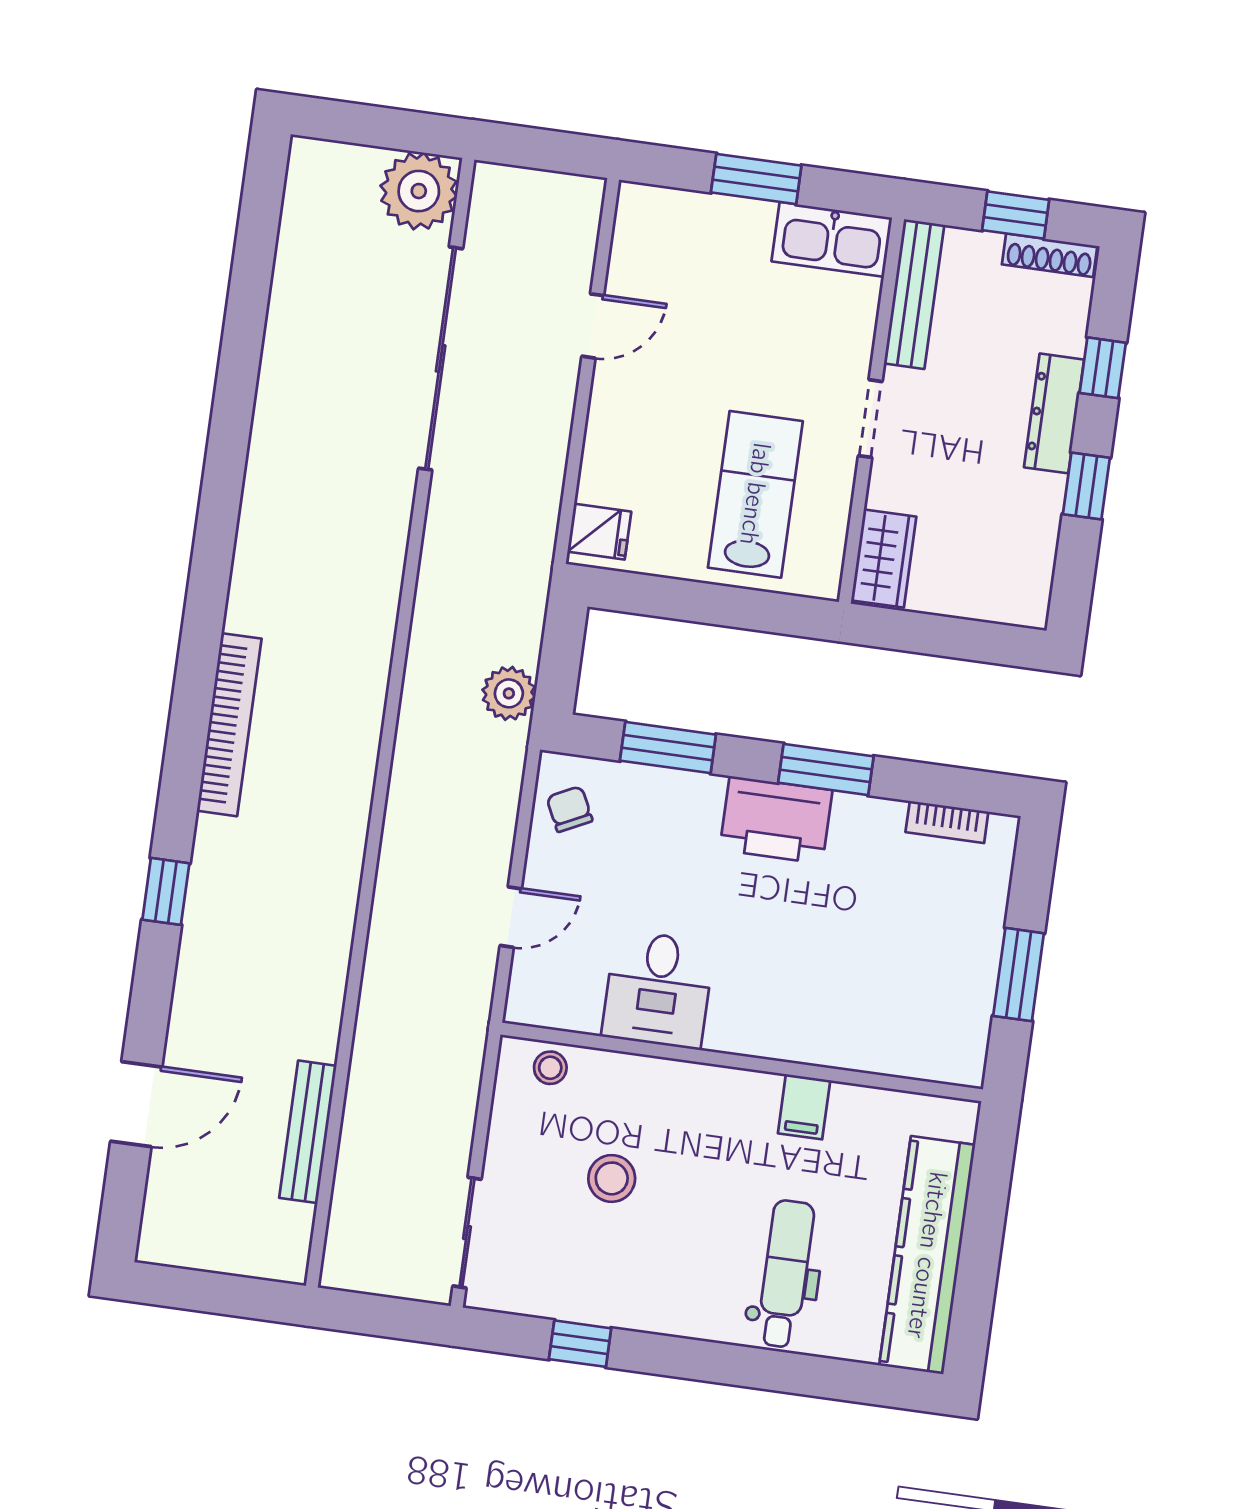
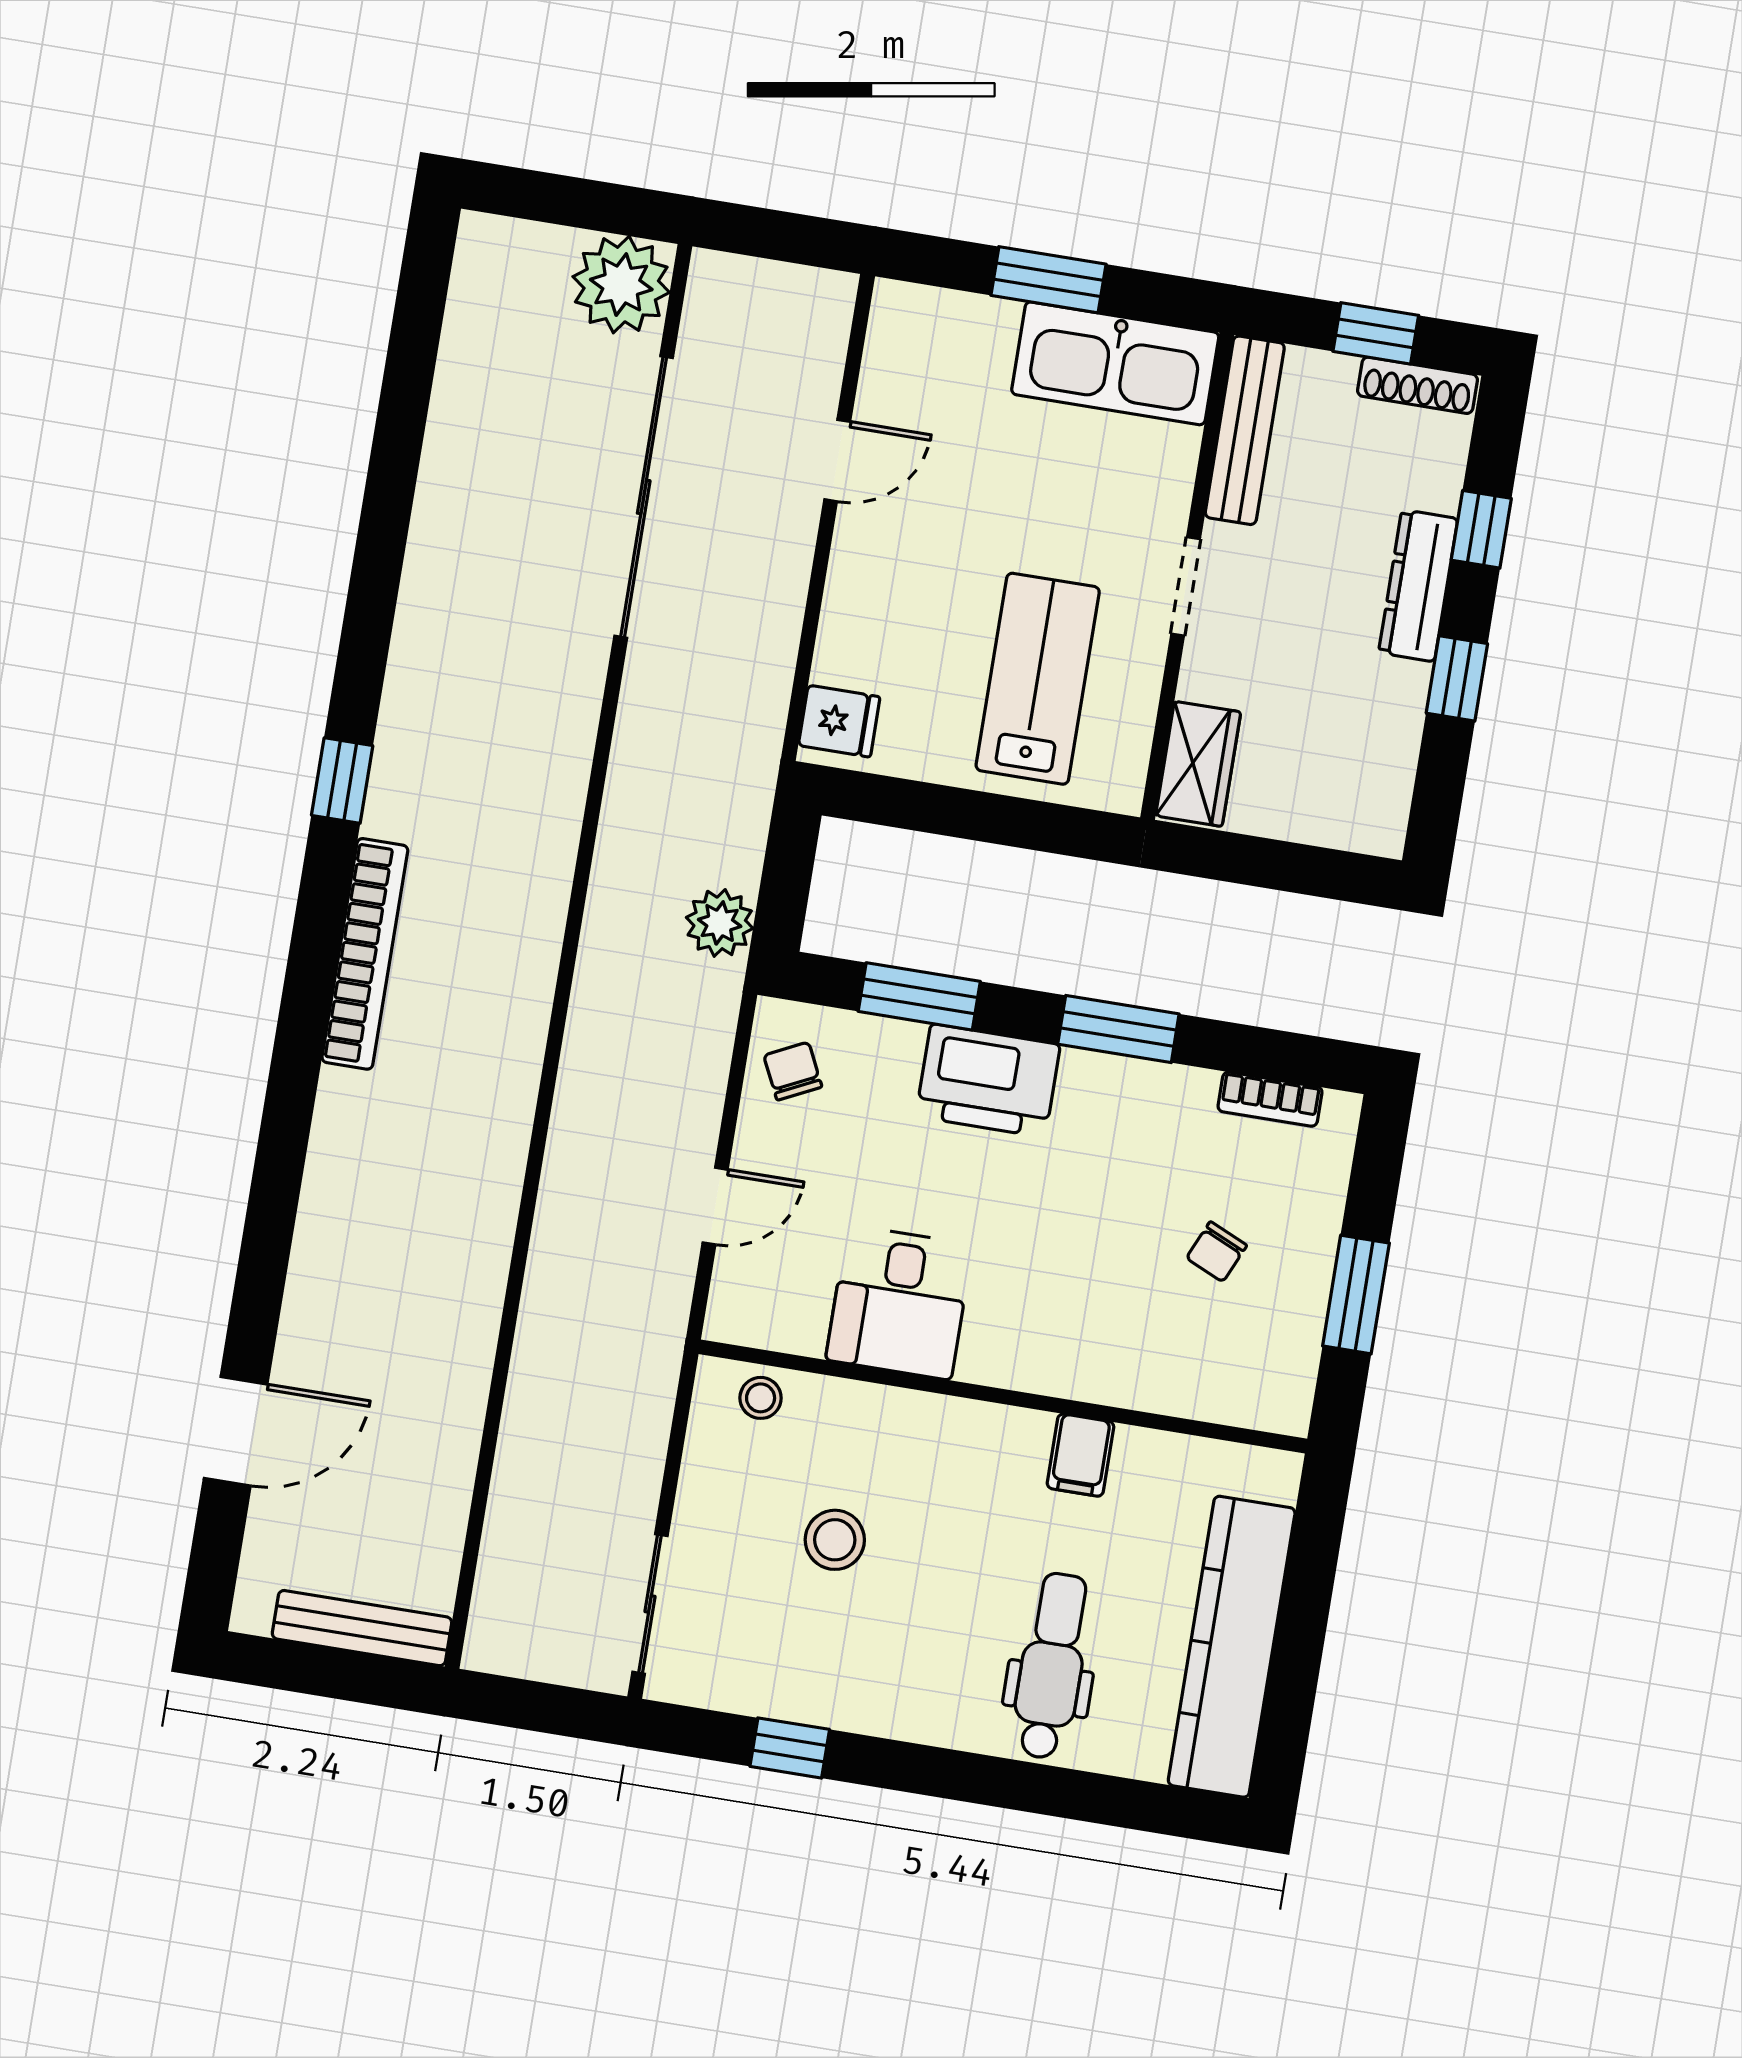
kitchen sink: (832, 239) -> (1115, 363), width x1.36, depth x1.24
printer: (776, 820) -> (988, 1081), moved
window: (166, 891) -> (342, 781), moved
chair: (908, 943) -> (1217, 1252), added
bench: (308, 1132) -> (362, 1628), moved, turned 90

